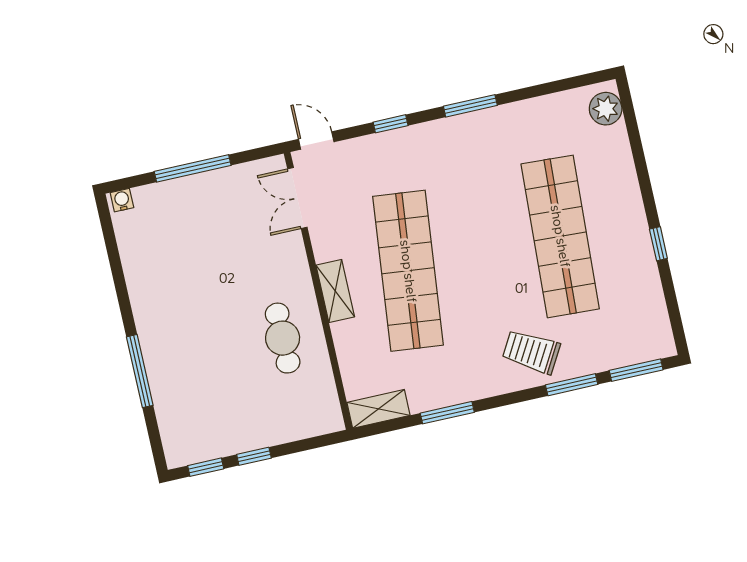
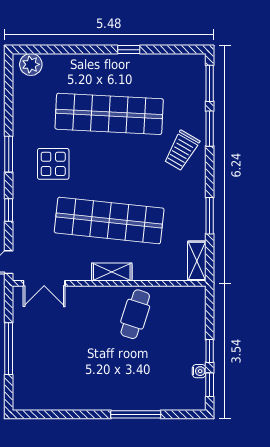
display table: (471, 173) -> (53, 164), added
water cooler: (122, 200) -> (199, 371), moved, turned 180
cafe table: (283, 338) -> (135, 314), turned -72

